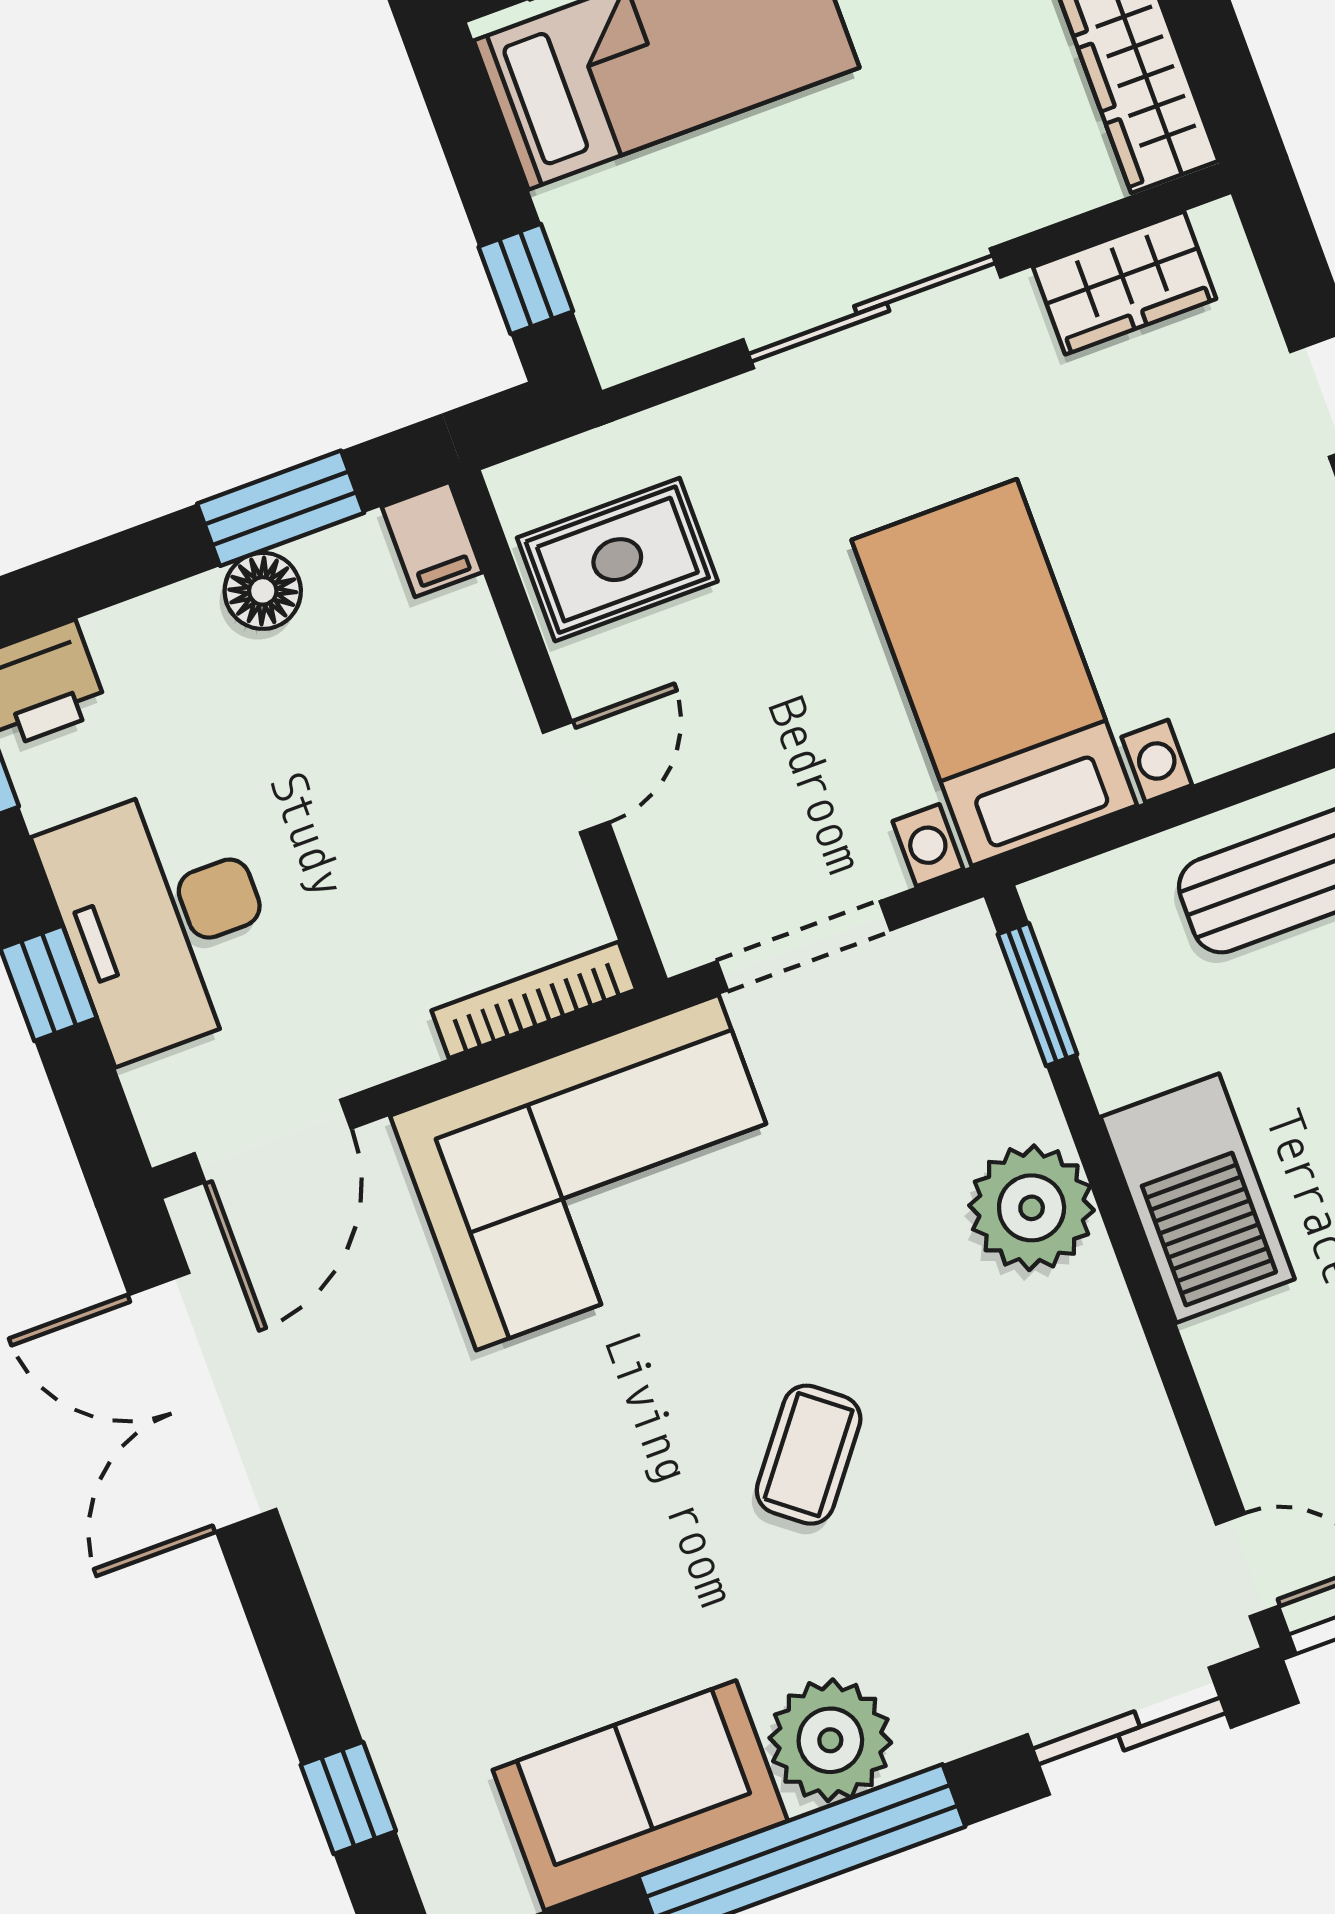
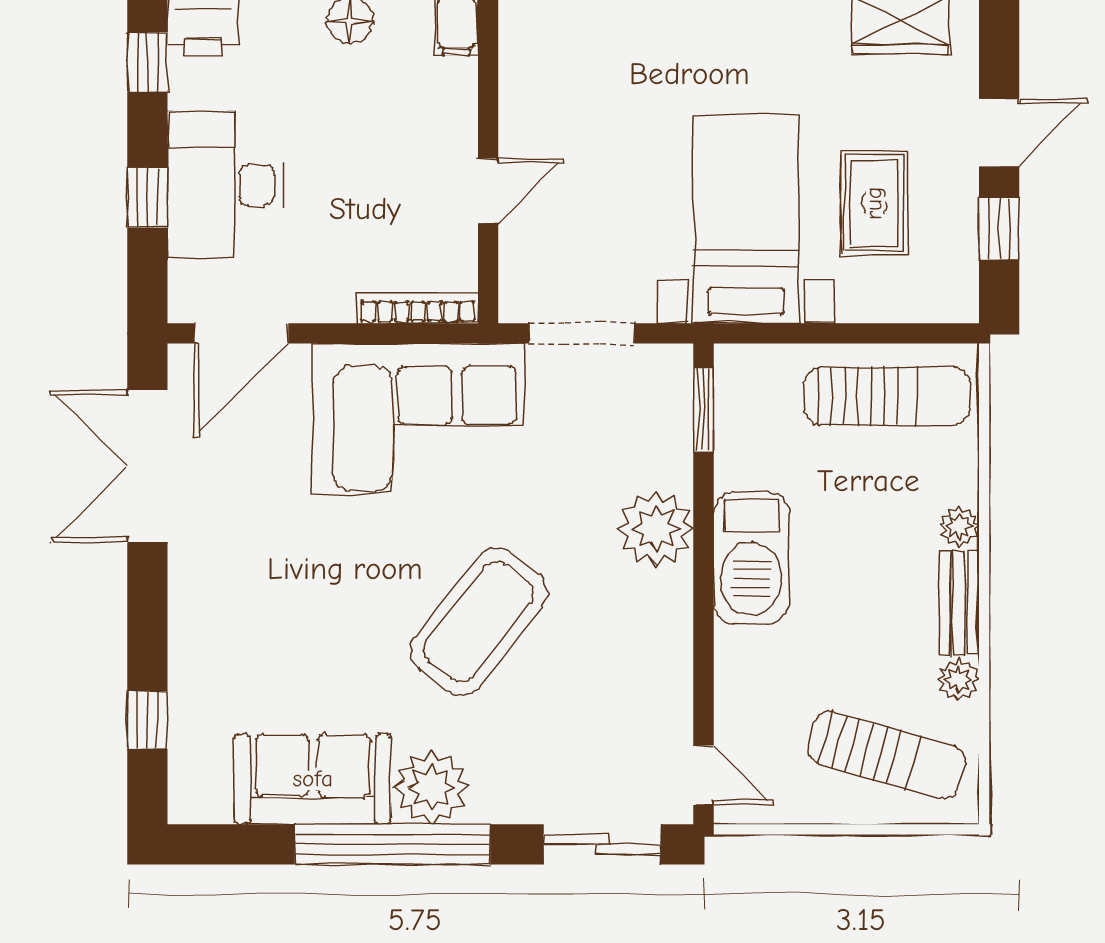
rug: (617, 560) -> (874, 203), moved, turned 90
coffee table: (809, 1455) -> (479, 622), width x1.86, depth x1.72

